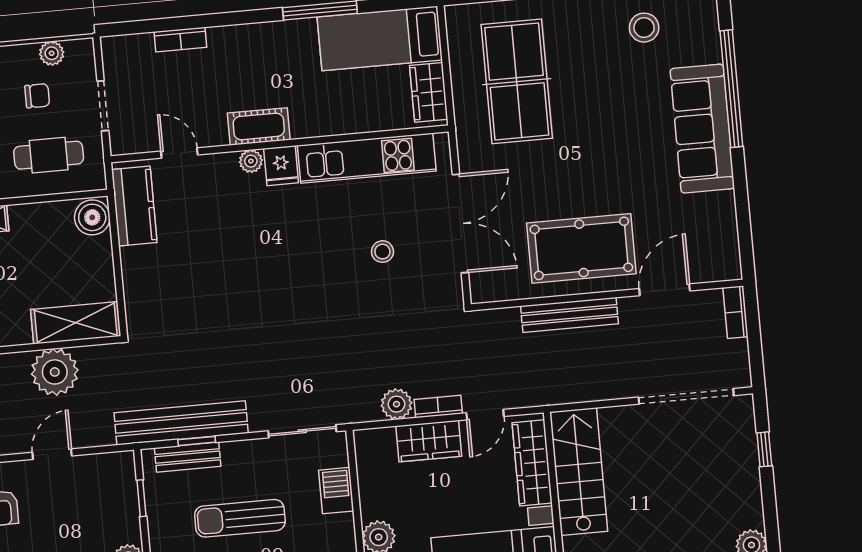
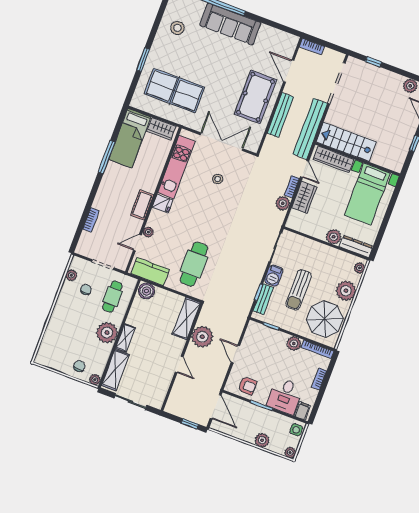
plant: (251, 161) -> (148, 232), moved
cafe table: (191, 286) -> (194, 264), added
bench: (181, 423) -> (310, 129), moved
barbecue: (336, 491) -> (274, 276), moved, turned -90

